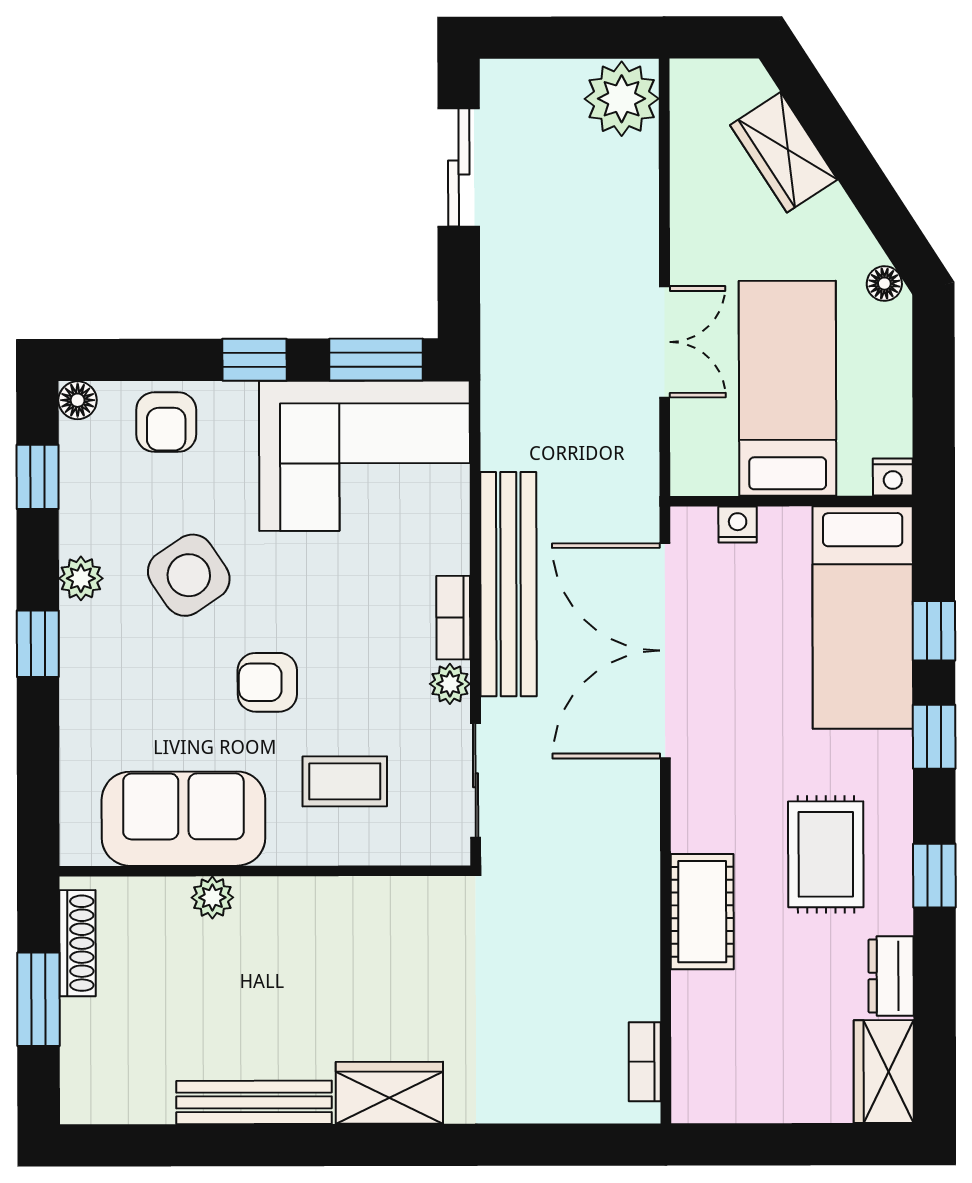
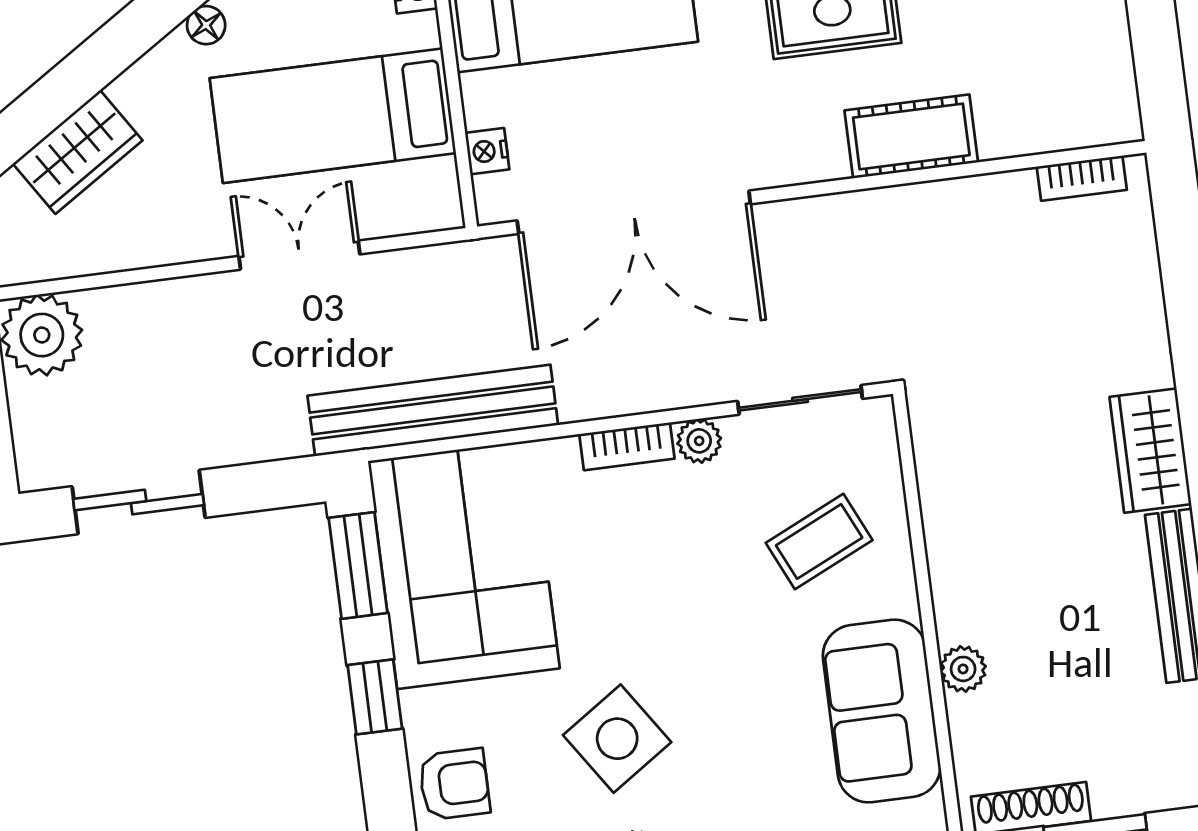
bench: (508, 584) -> (433, 410), moved
armchair: (267, 682) -> (722, 639), removed
coffee table: (345, 781) -> (819, 542), turned 65

